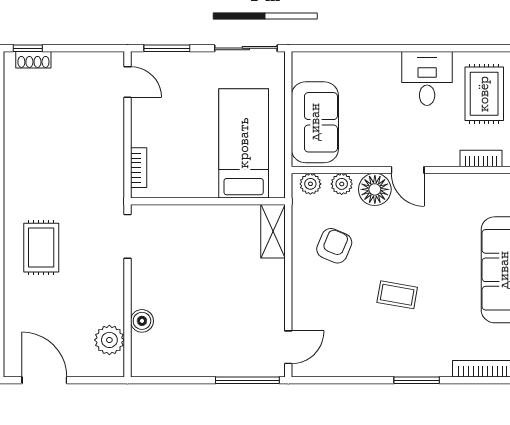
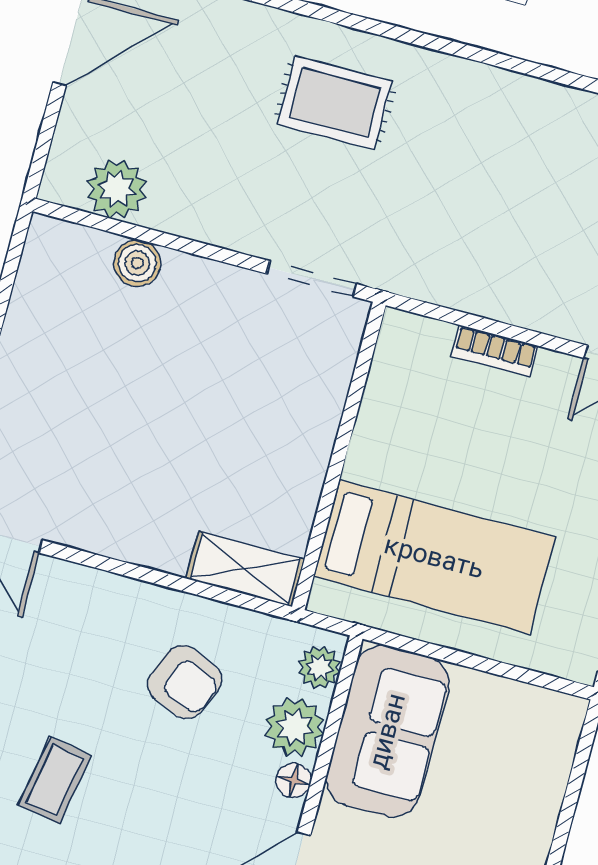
sofa: (315, 122) -> (387, 731), moved, turned -90
bookcase: (139, 168) -> (495, 351), moved
plant: (342, 184) -> (295, 727), width x1.38, depth x1.38
floor lamp: (375, 189) -> (293, 780), width x0.53, depth x0.53

